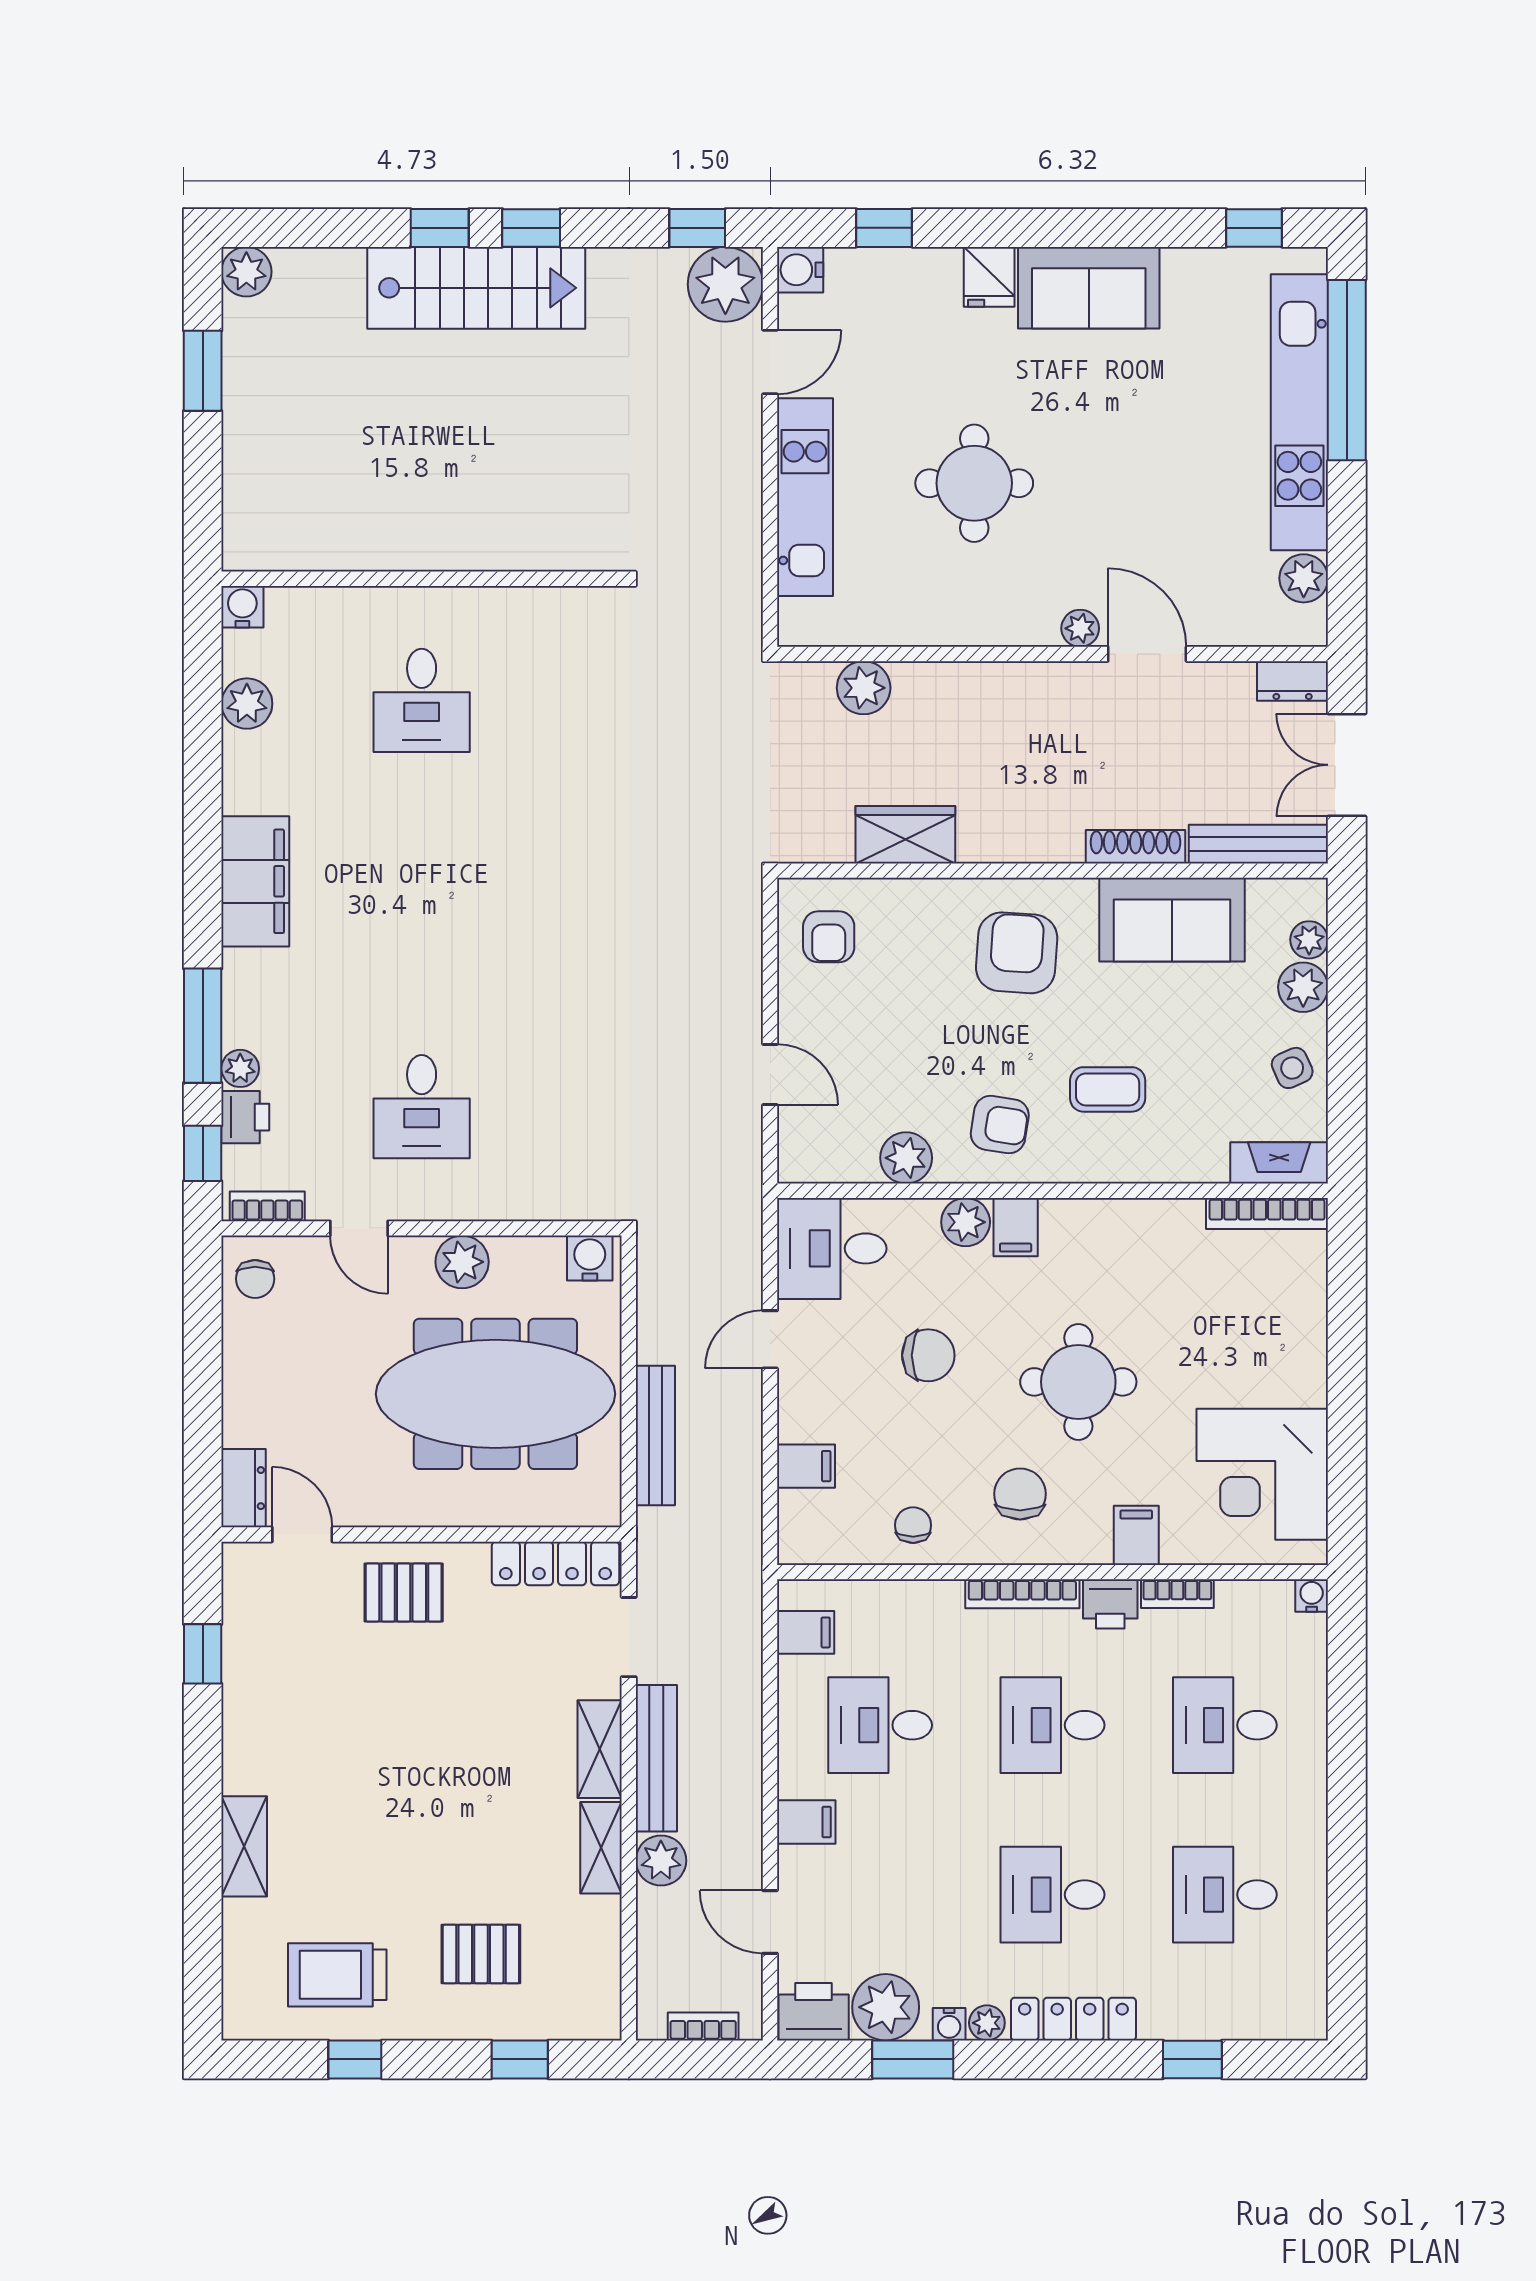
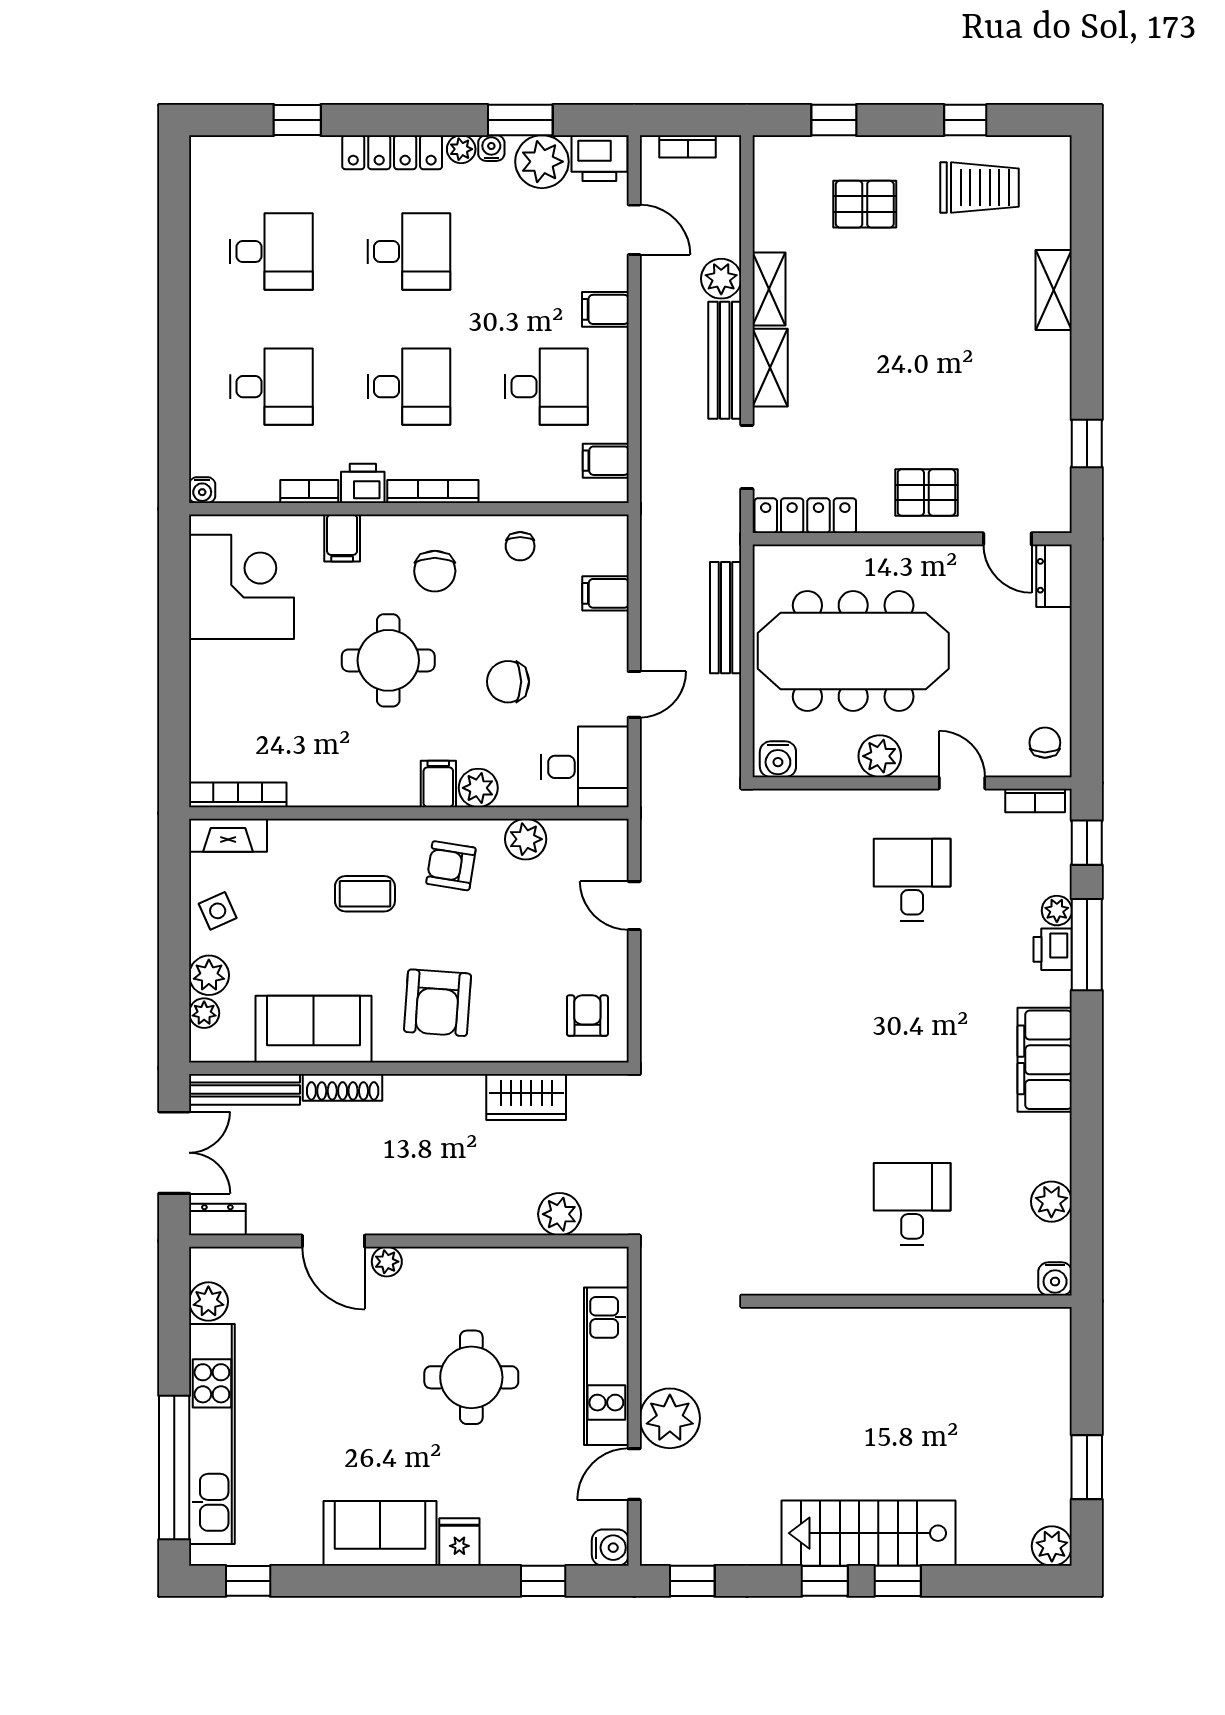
plant: (725, 284) -> (670, 1418), moved
printer: (245, 1117) -> (1053, 949), moved

